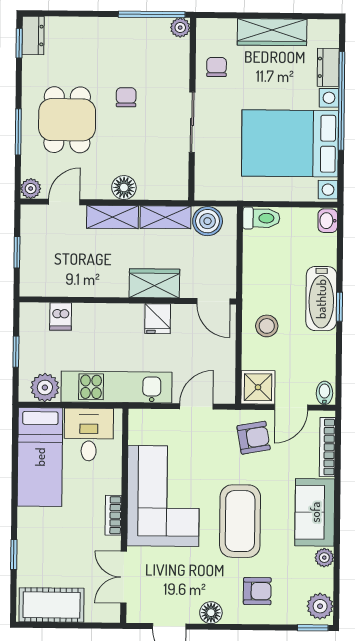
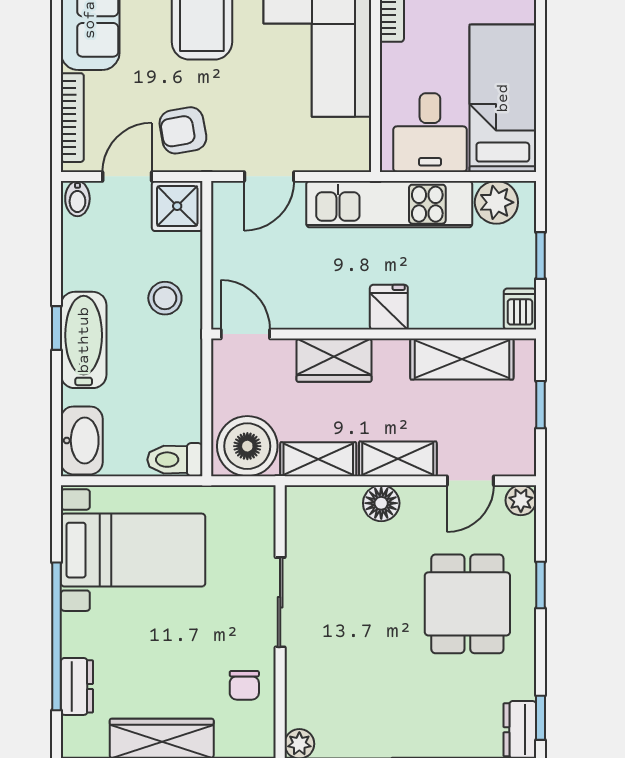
chair: (126, 97) -> (379, 639), removed
window: (18, 132) -> (540, 585), width x0.67
bed with nightstands: (290, 143) -> (133, 550), width x0.73
boiler: (208, 221) -> (247, 446), width x1.37, depth x1.37
washbasin: (328, 221) -> (82, 440), width x1.91, depth x1.45
shelving: (69, 283) -> (462, 359), added
dishwasher: (61, 316) -> (520, 309), moved
fridge: (158, 319) -> (389, 307), moved

